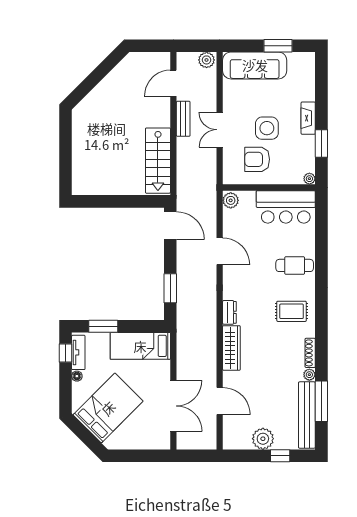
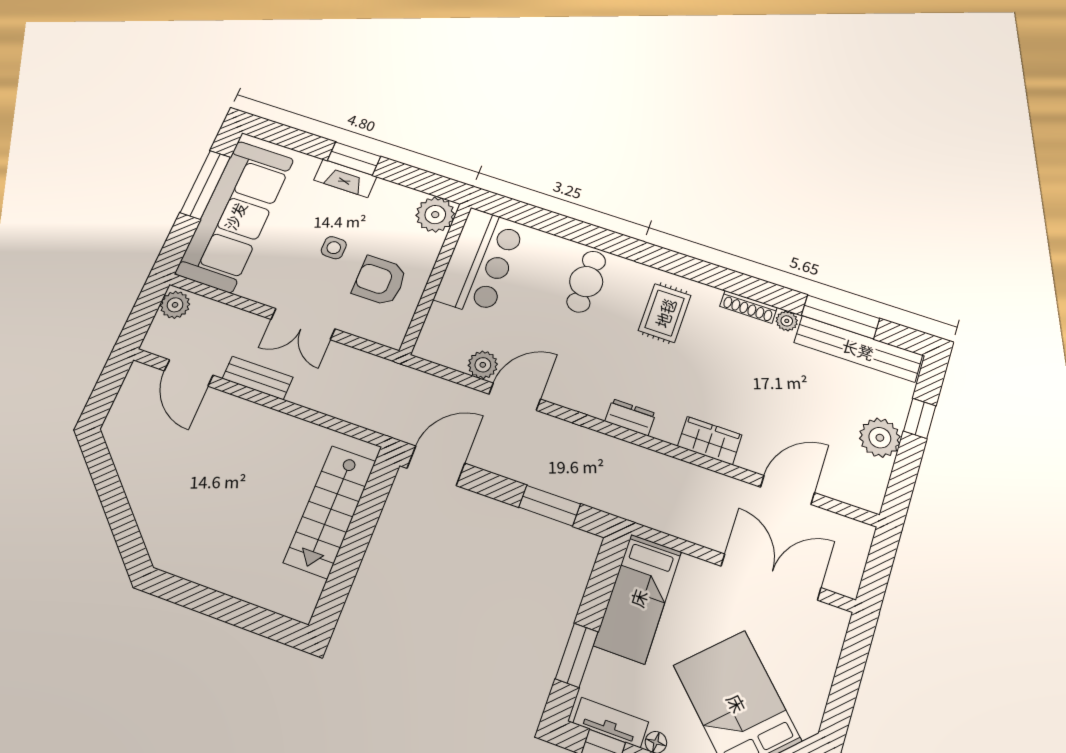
window: (278, 46) -> (205, 185), width x1.44
sofa: (255, 65) -> (235, 216), width x1.36, depth x1.27
side table: (267, 128) -> (334, 248), width x0.54, depth x0.54
window: (321, 143) -> (354, 159), moved
armchair: (257, 159) -> (380, 281), turned 90
stairs: (158, 161) -> (330, 512), moved, turned 90
plant: (309, 179) -> (435, 215), width x1.88, depth x1.88
plant: (231, 200) -> (483, 365), moved
wardrobe: (231, 348) -> (710, 441), width x0.67

